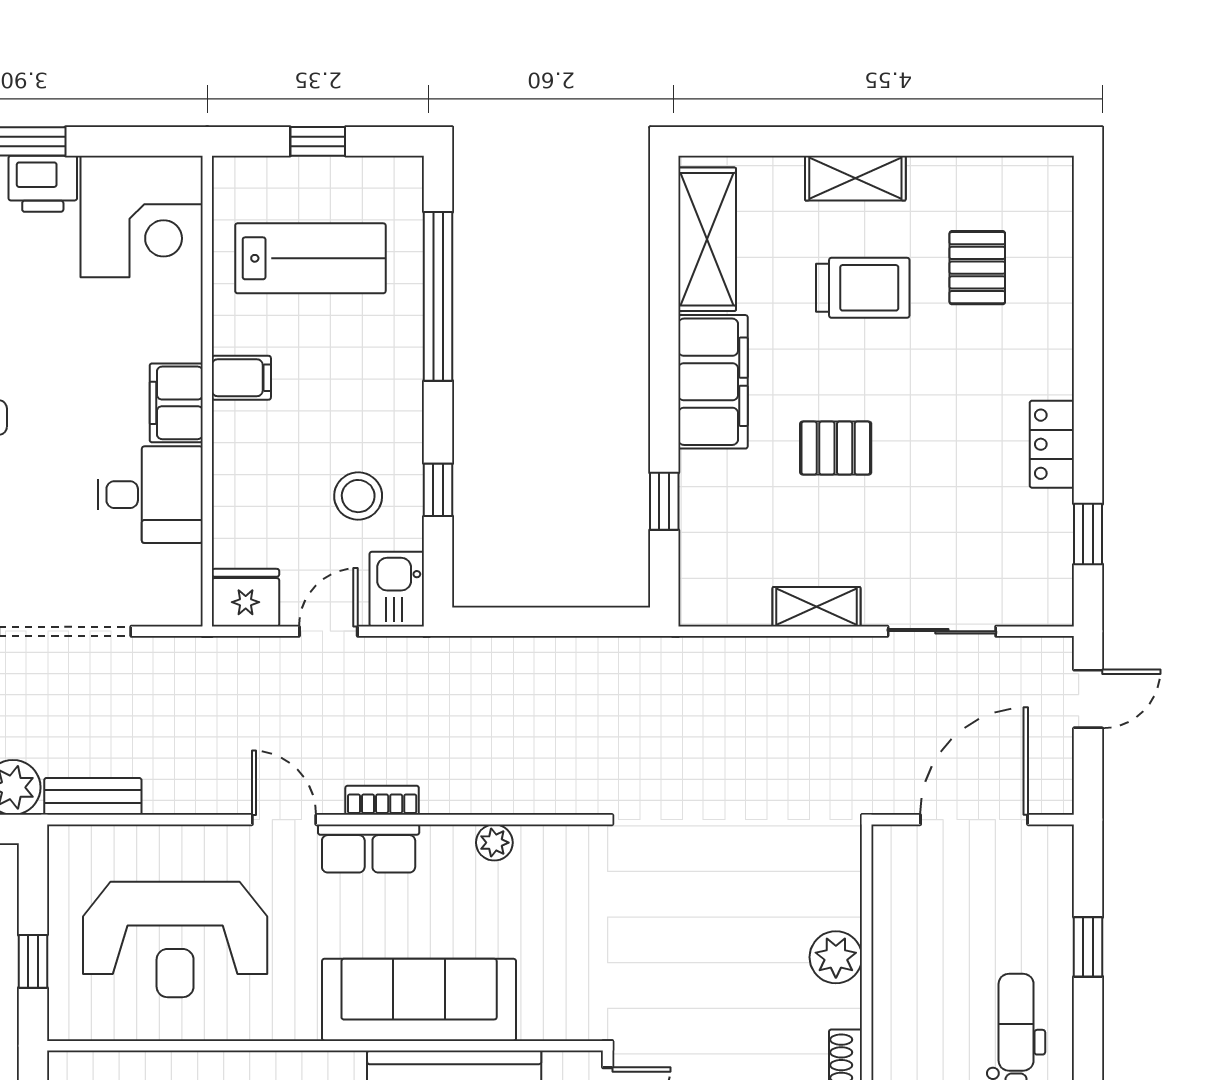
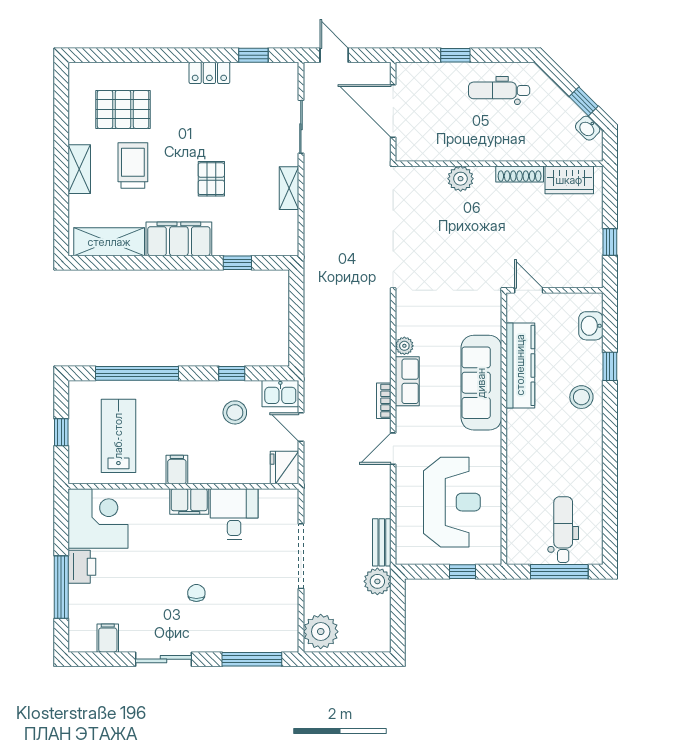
pallet: (977, 268) -> (123, 109), width x1.50, depth x1.42
row of seats: (369, 848) -> (407, 381), moved

